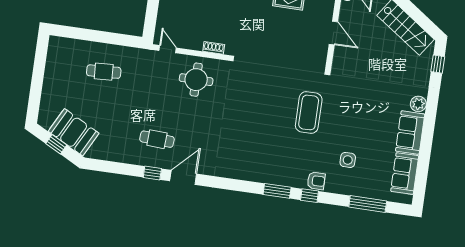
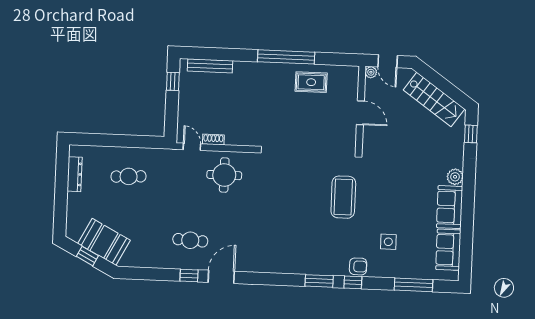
shoe rack: (214, 48) -> (213, 140), moved
dresser: (52, 64) -> (75, 174), added

